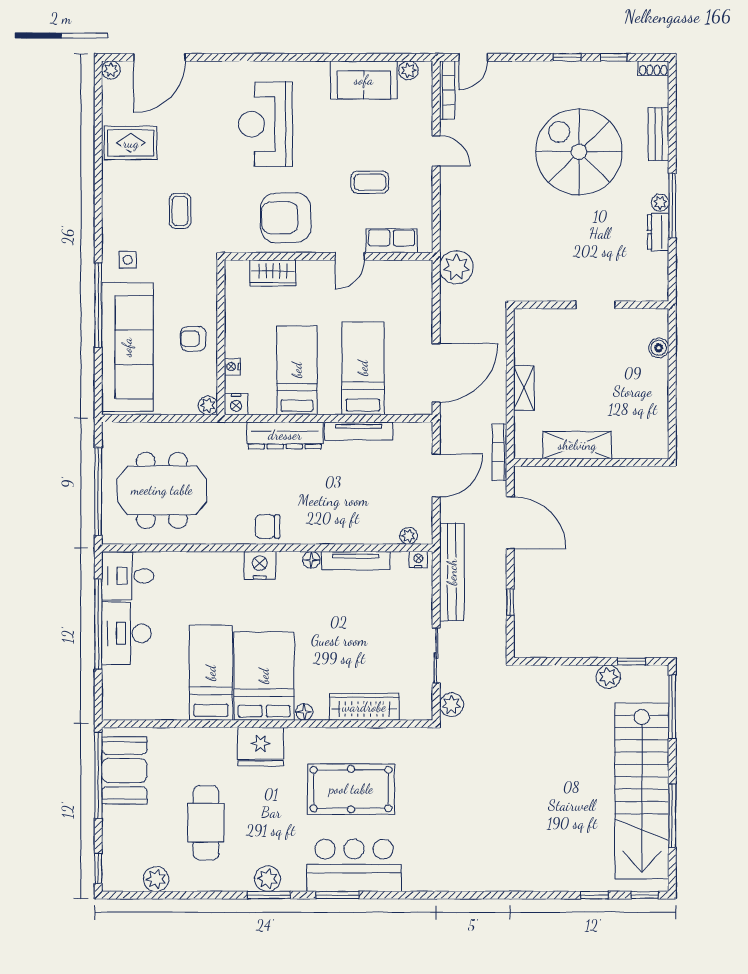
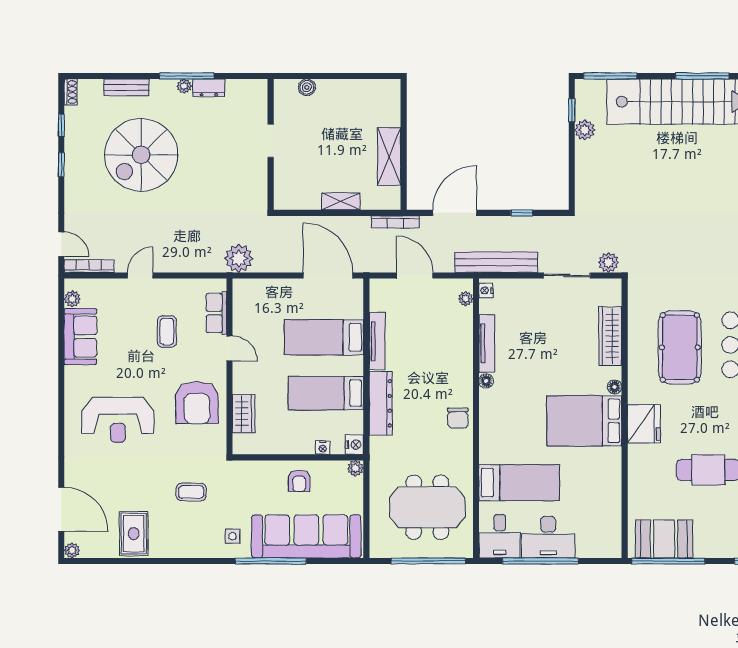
meeting table: (162, 490) -> (427, 507), turned 90
nightstand: (260, 565) -> (491, 424), removed
bed: (211, 673) -> (519, 483), moved, turned 180

